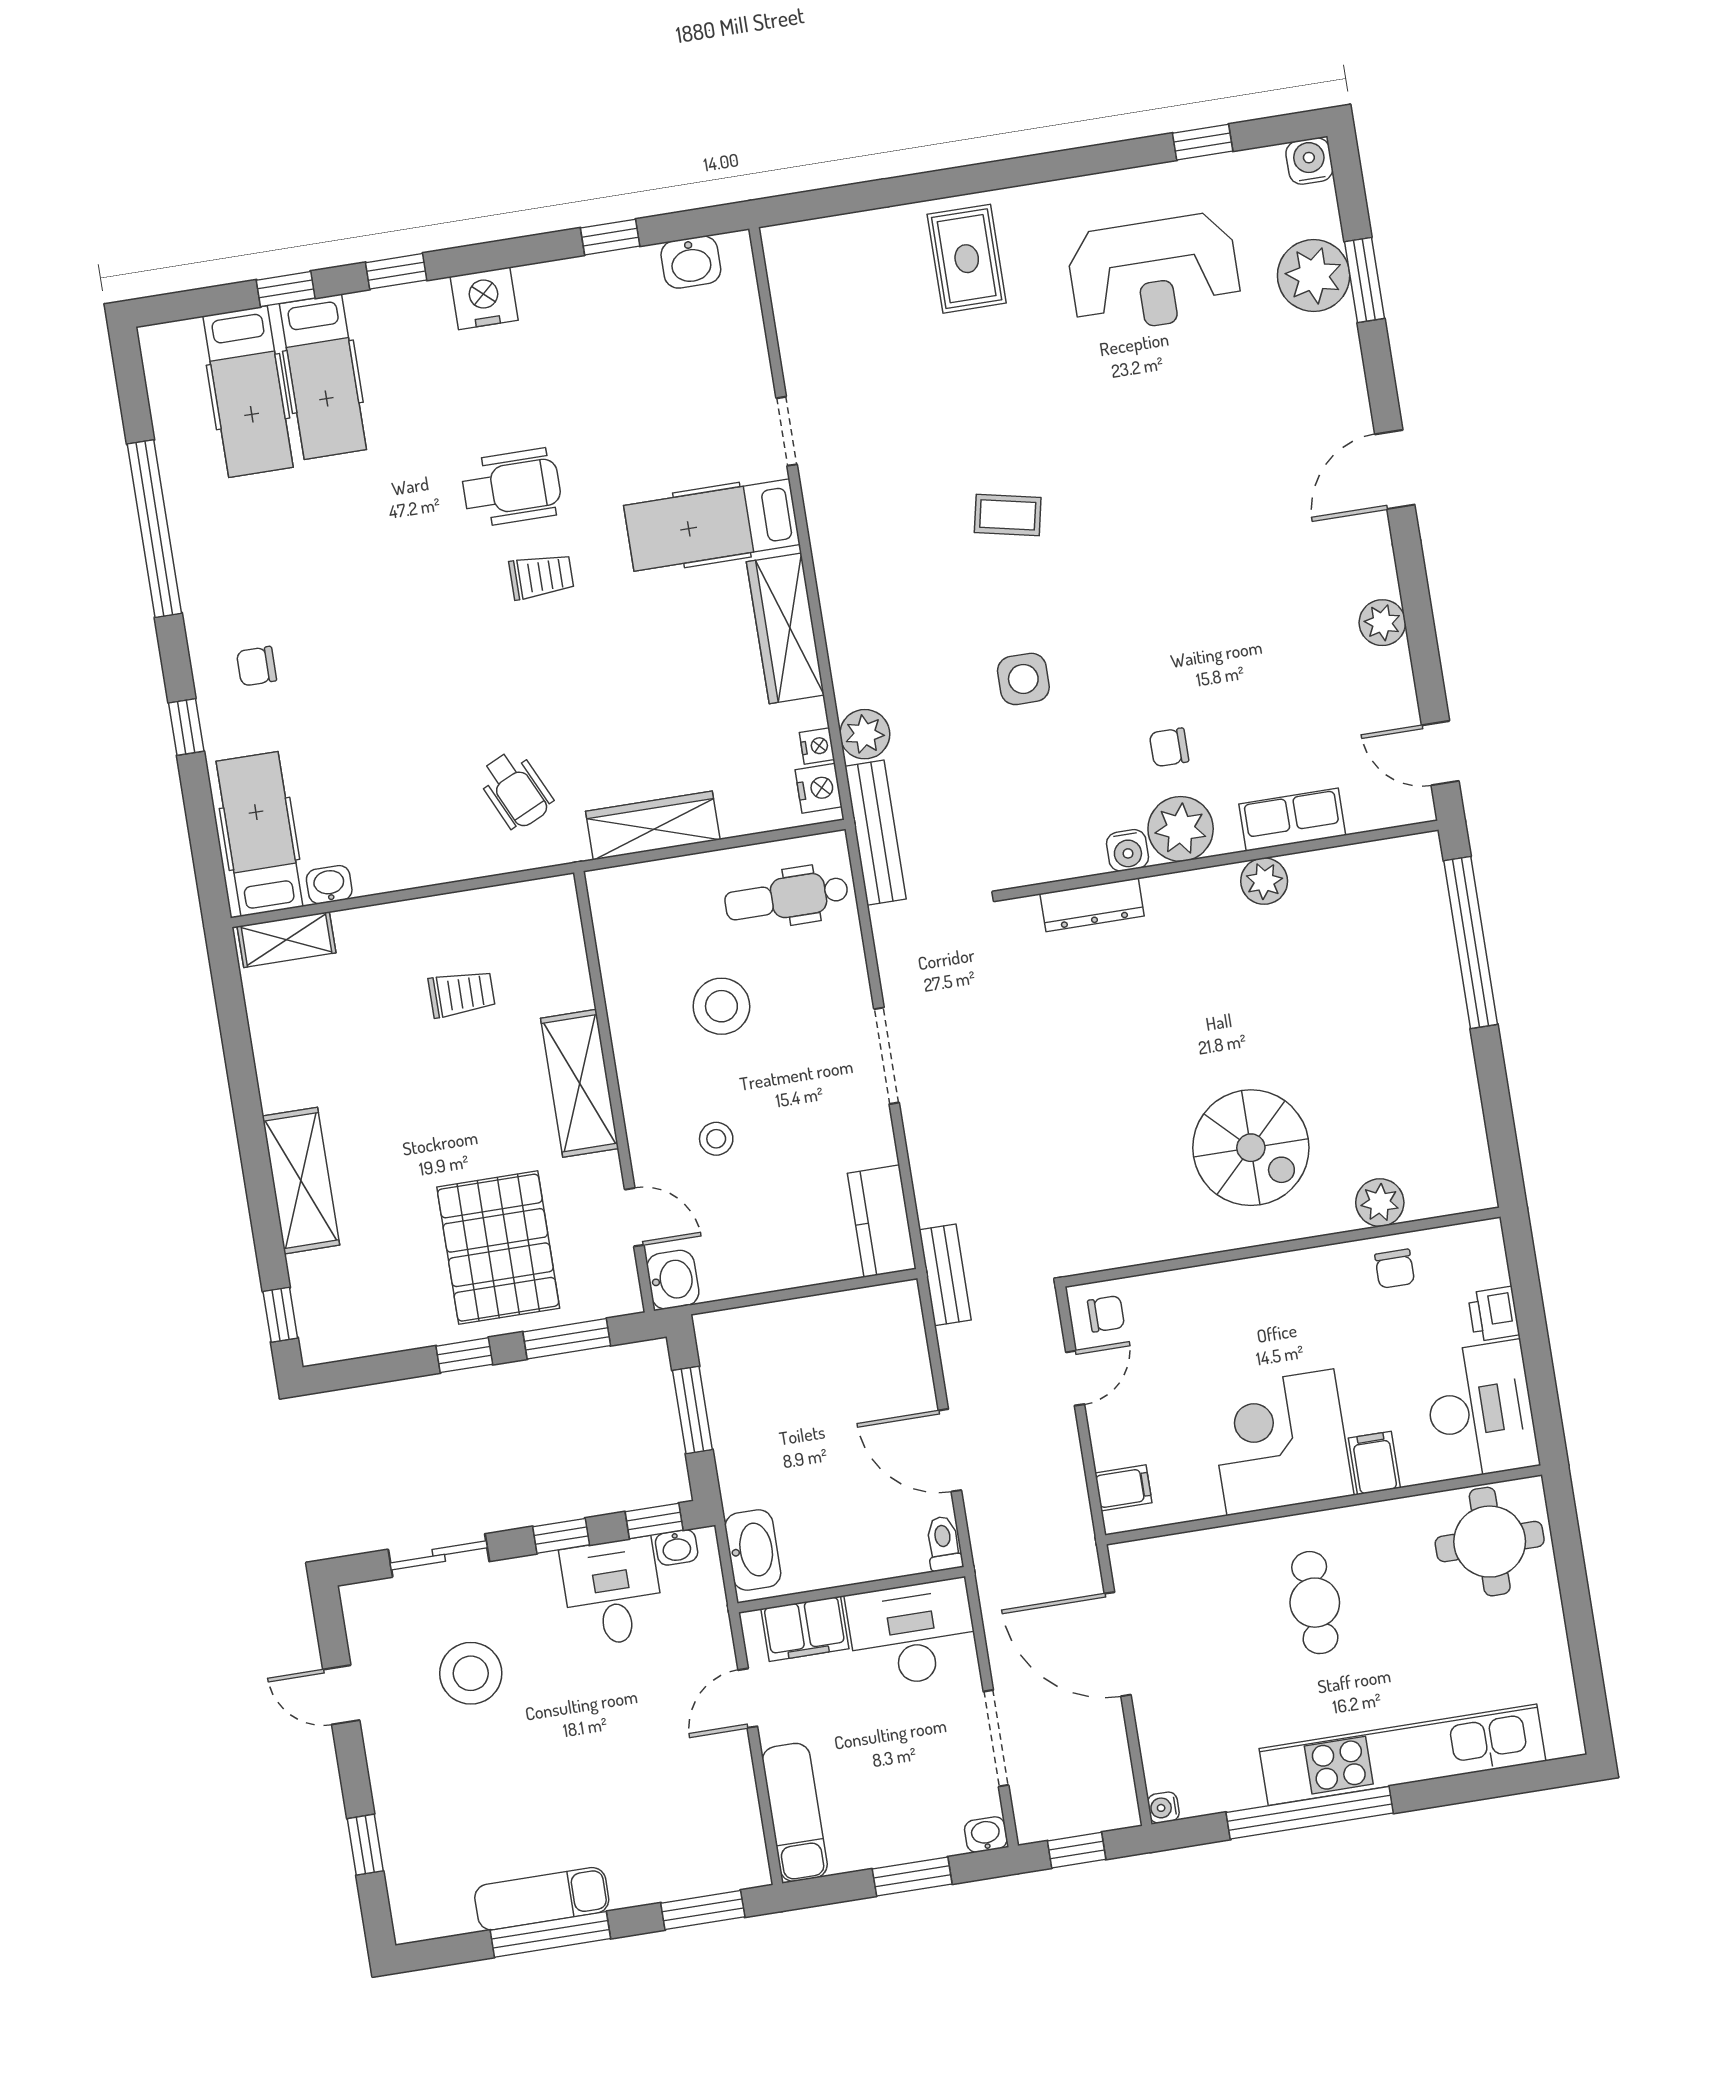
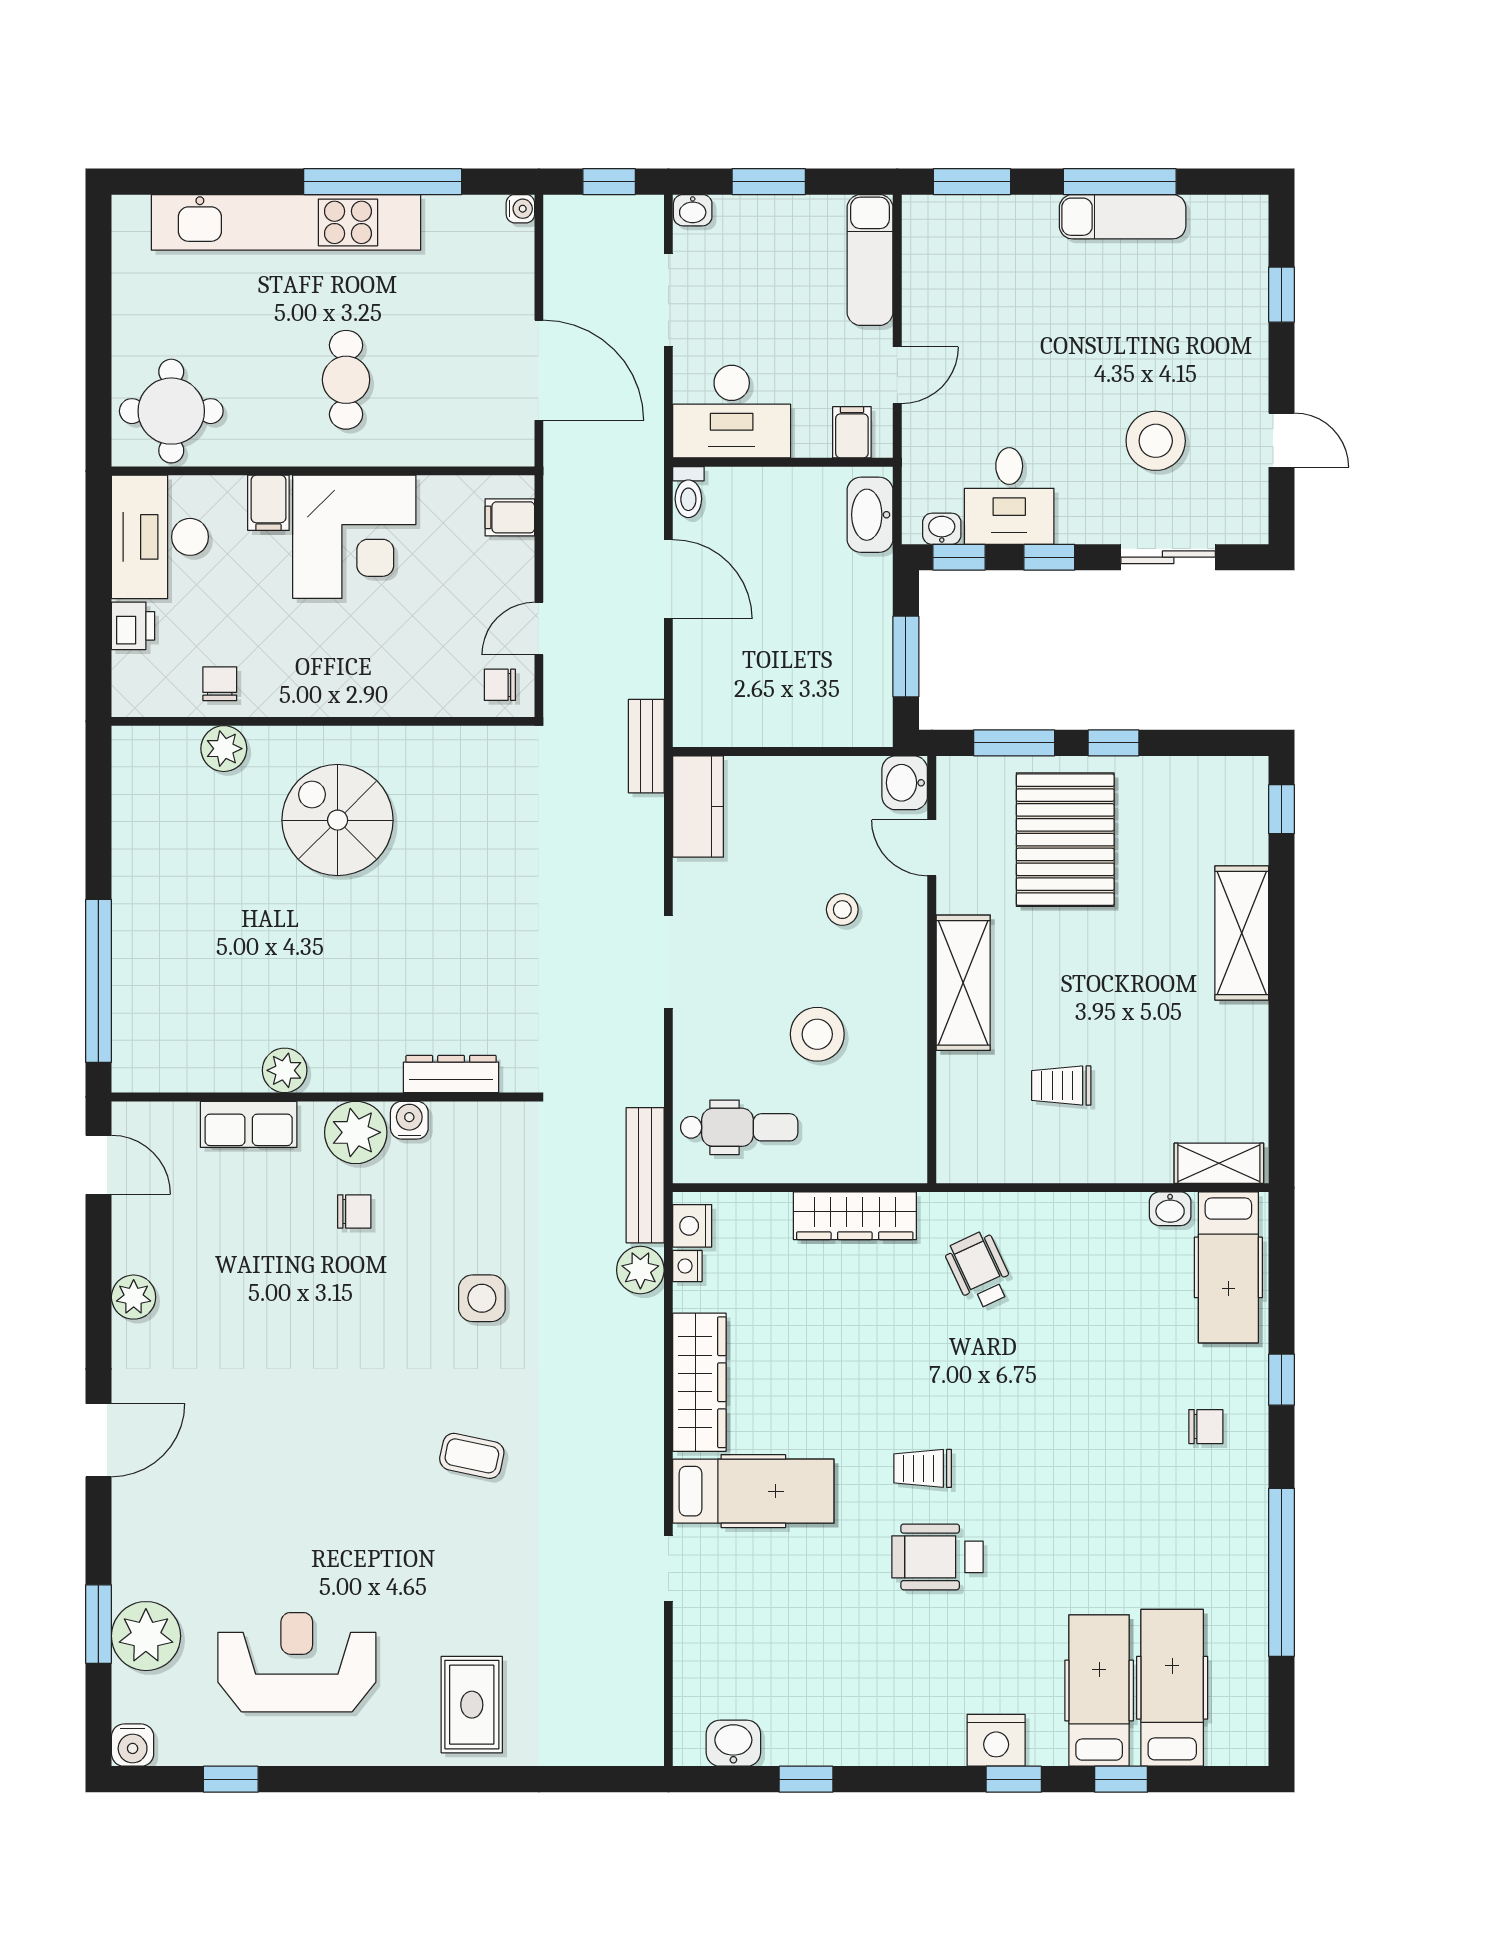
nightstand: (484, 298) -> (996, 1740), moved
filing cabinet: (805, 1629) -> (852, 432), width x0.50

